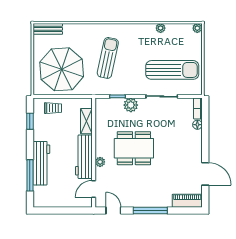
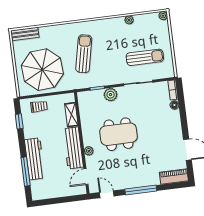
sun lounger: (172, 70) -> (145, 57), width x0.73, depth x0.75

